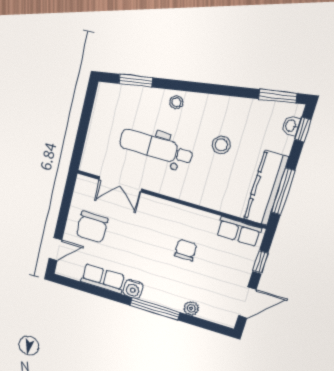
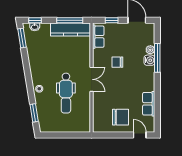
stool: (221, 145) -> (55, 59), removed
double door: (120, 184) -> (91, 79), moved
water cooler: (133, 289) -> (149, 60), moved
window: (155, 309) -> (157, 58), moved

